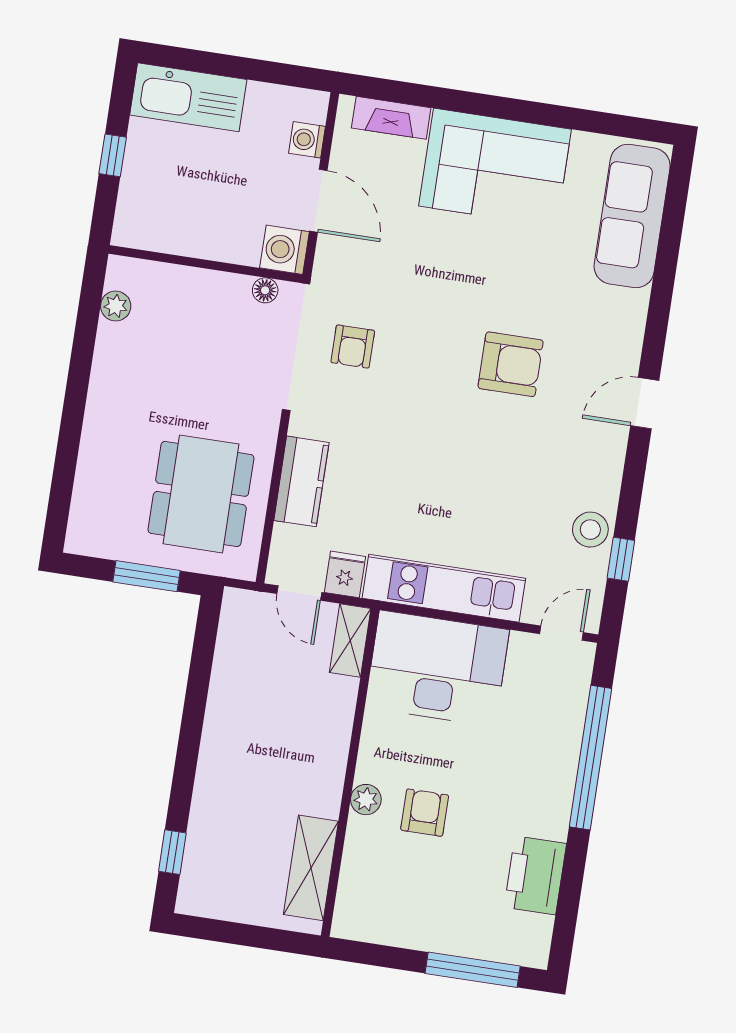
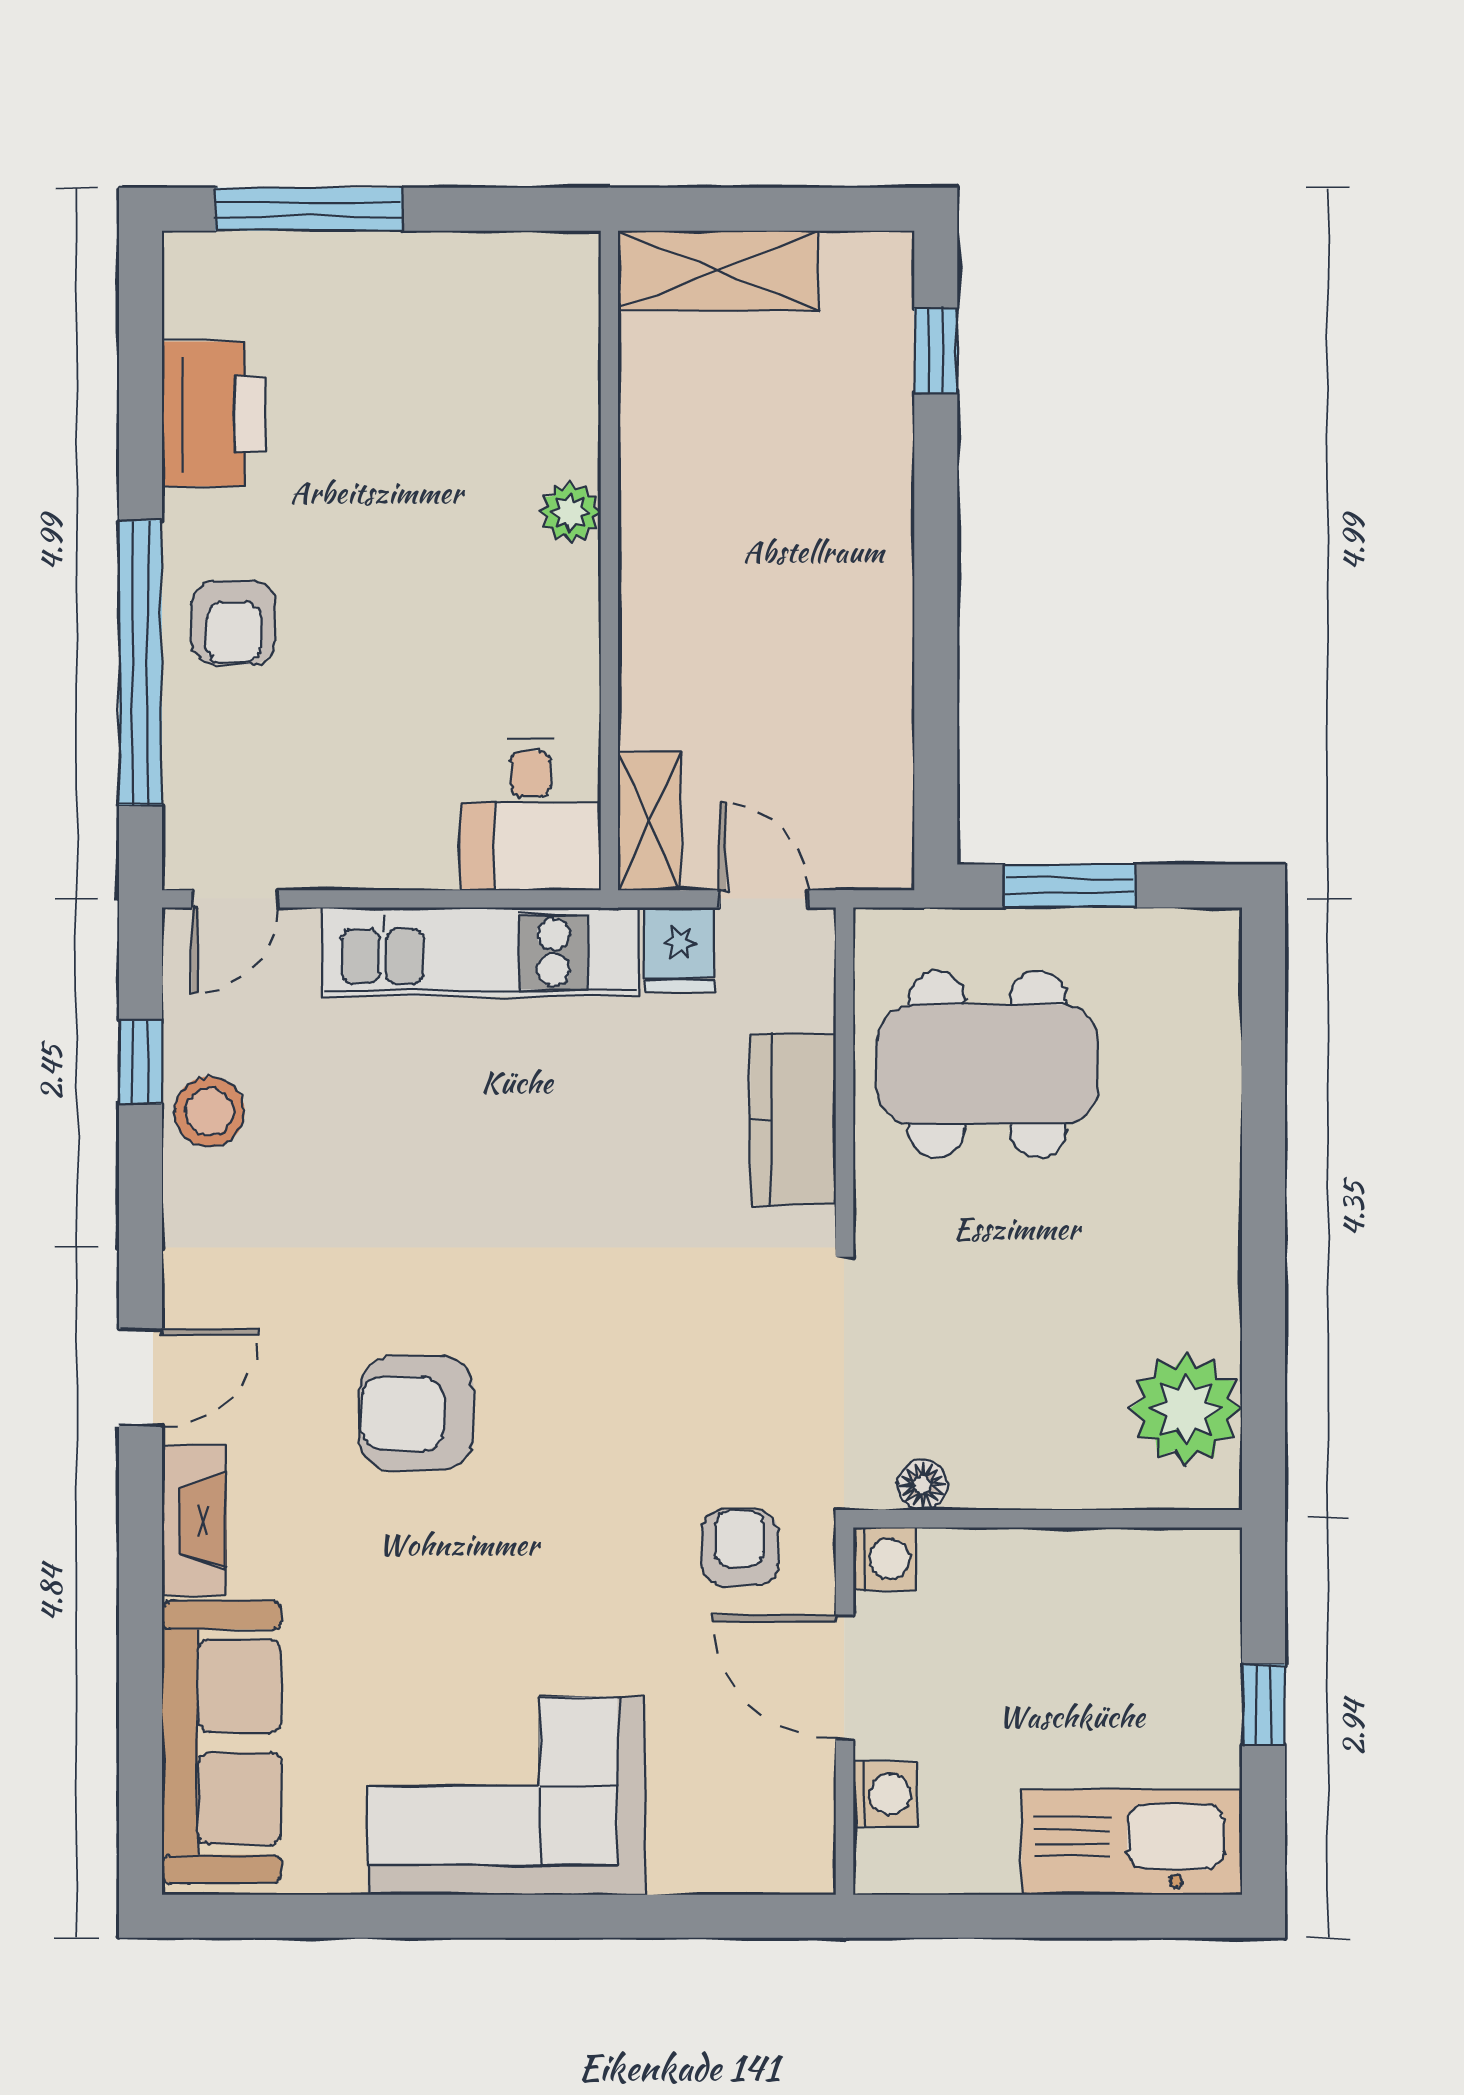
fireplace: (391, 118) -> (194, 1520), moved, turned 90
washing machine: (284, 250) -> (885, 1559), width x0.73, depth x0.73
plant: (116, 306) -> (1186, 1409), width x1.88, depth x1.88
armchair: (353, 346) -> (740, 1548), moved
dining table: (201, 494) -> (987, 1064), turned 90
desk: (437, 668) -> (531, 815), width x0.53, depth x0.77
armchair: (425, 813) -> (233, 622), moved
shelving: (311, 868) -> (718, 271), moved, turned 90

